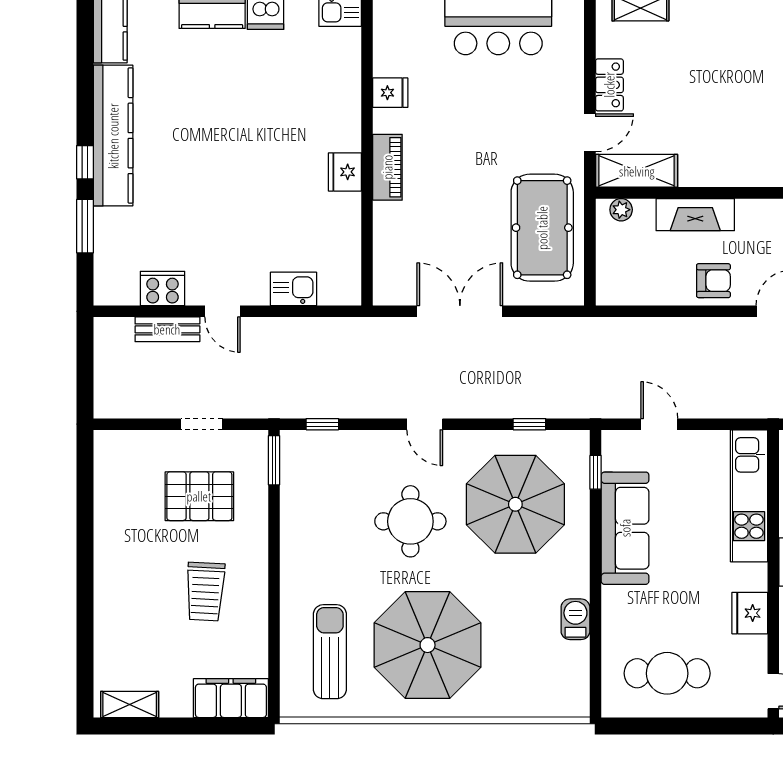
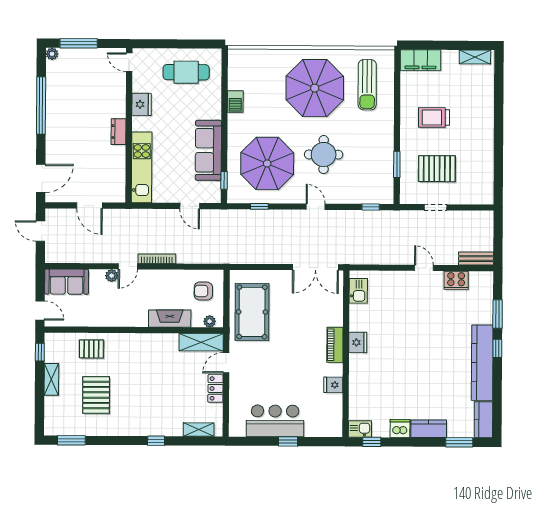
armchair: (713, 281) -> (203, 291), moved
kitchen sink: (293, 289) -> (358, 291), moved, turned -90
double door: (460, 311) -> (315, 267), moved
bookcase: (720, 326) -> (157, 259), added
bench: (167, 329) -> (476, 258), moved
window: (274, 460) -> (397, 164), moved
trolley: (205, 592) -> (434, 117), turned -93

